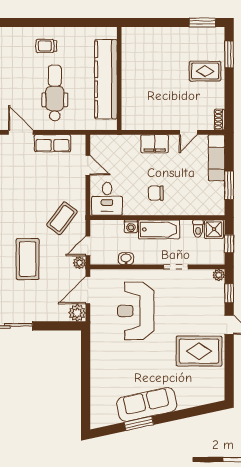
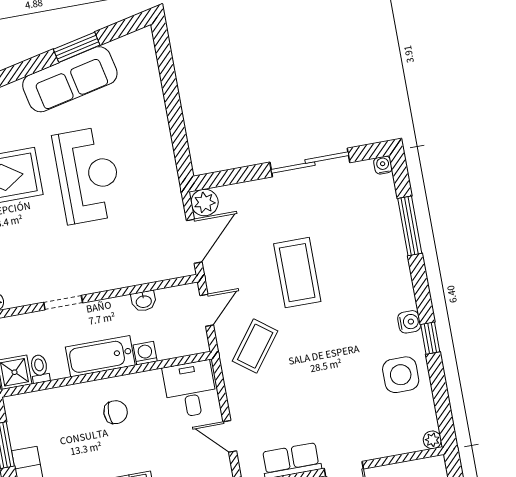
plant: (79, 263) -> (215, 281), removed
reception desk: (136, 311) -> (88, 175), moved

